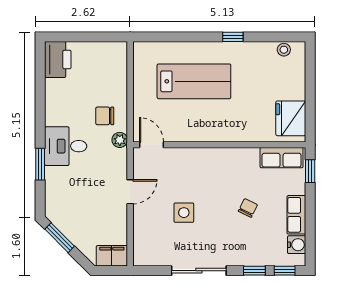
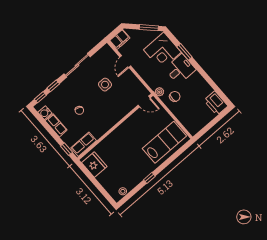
lab bench: (194, 81) -> (164, 142), moved, turned 180
corner desk: (69, 191) -> (162, 51), added
door: (130, 192) -> (125, 61), moved

